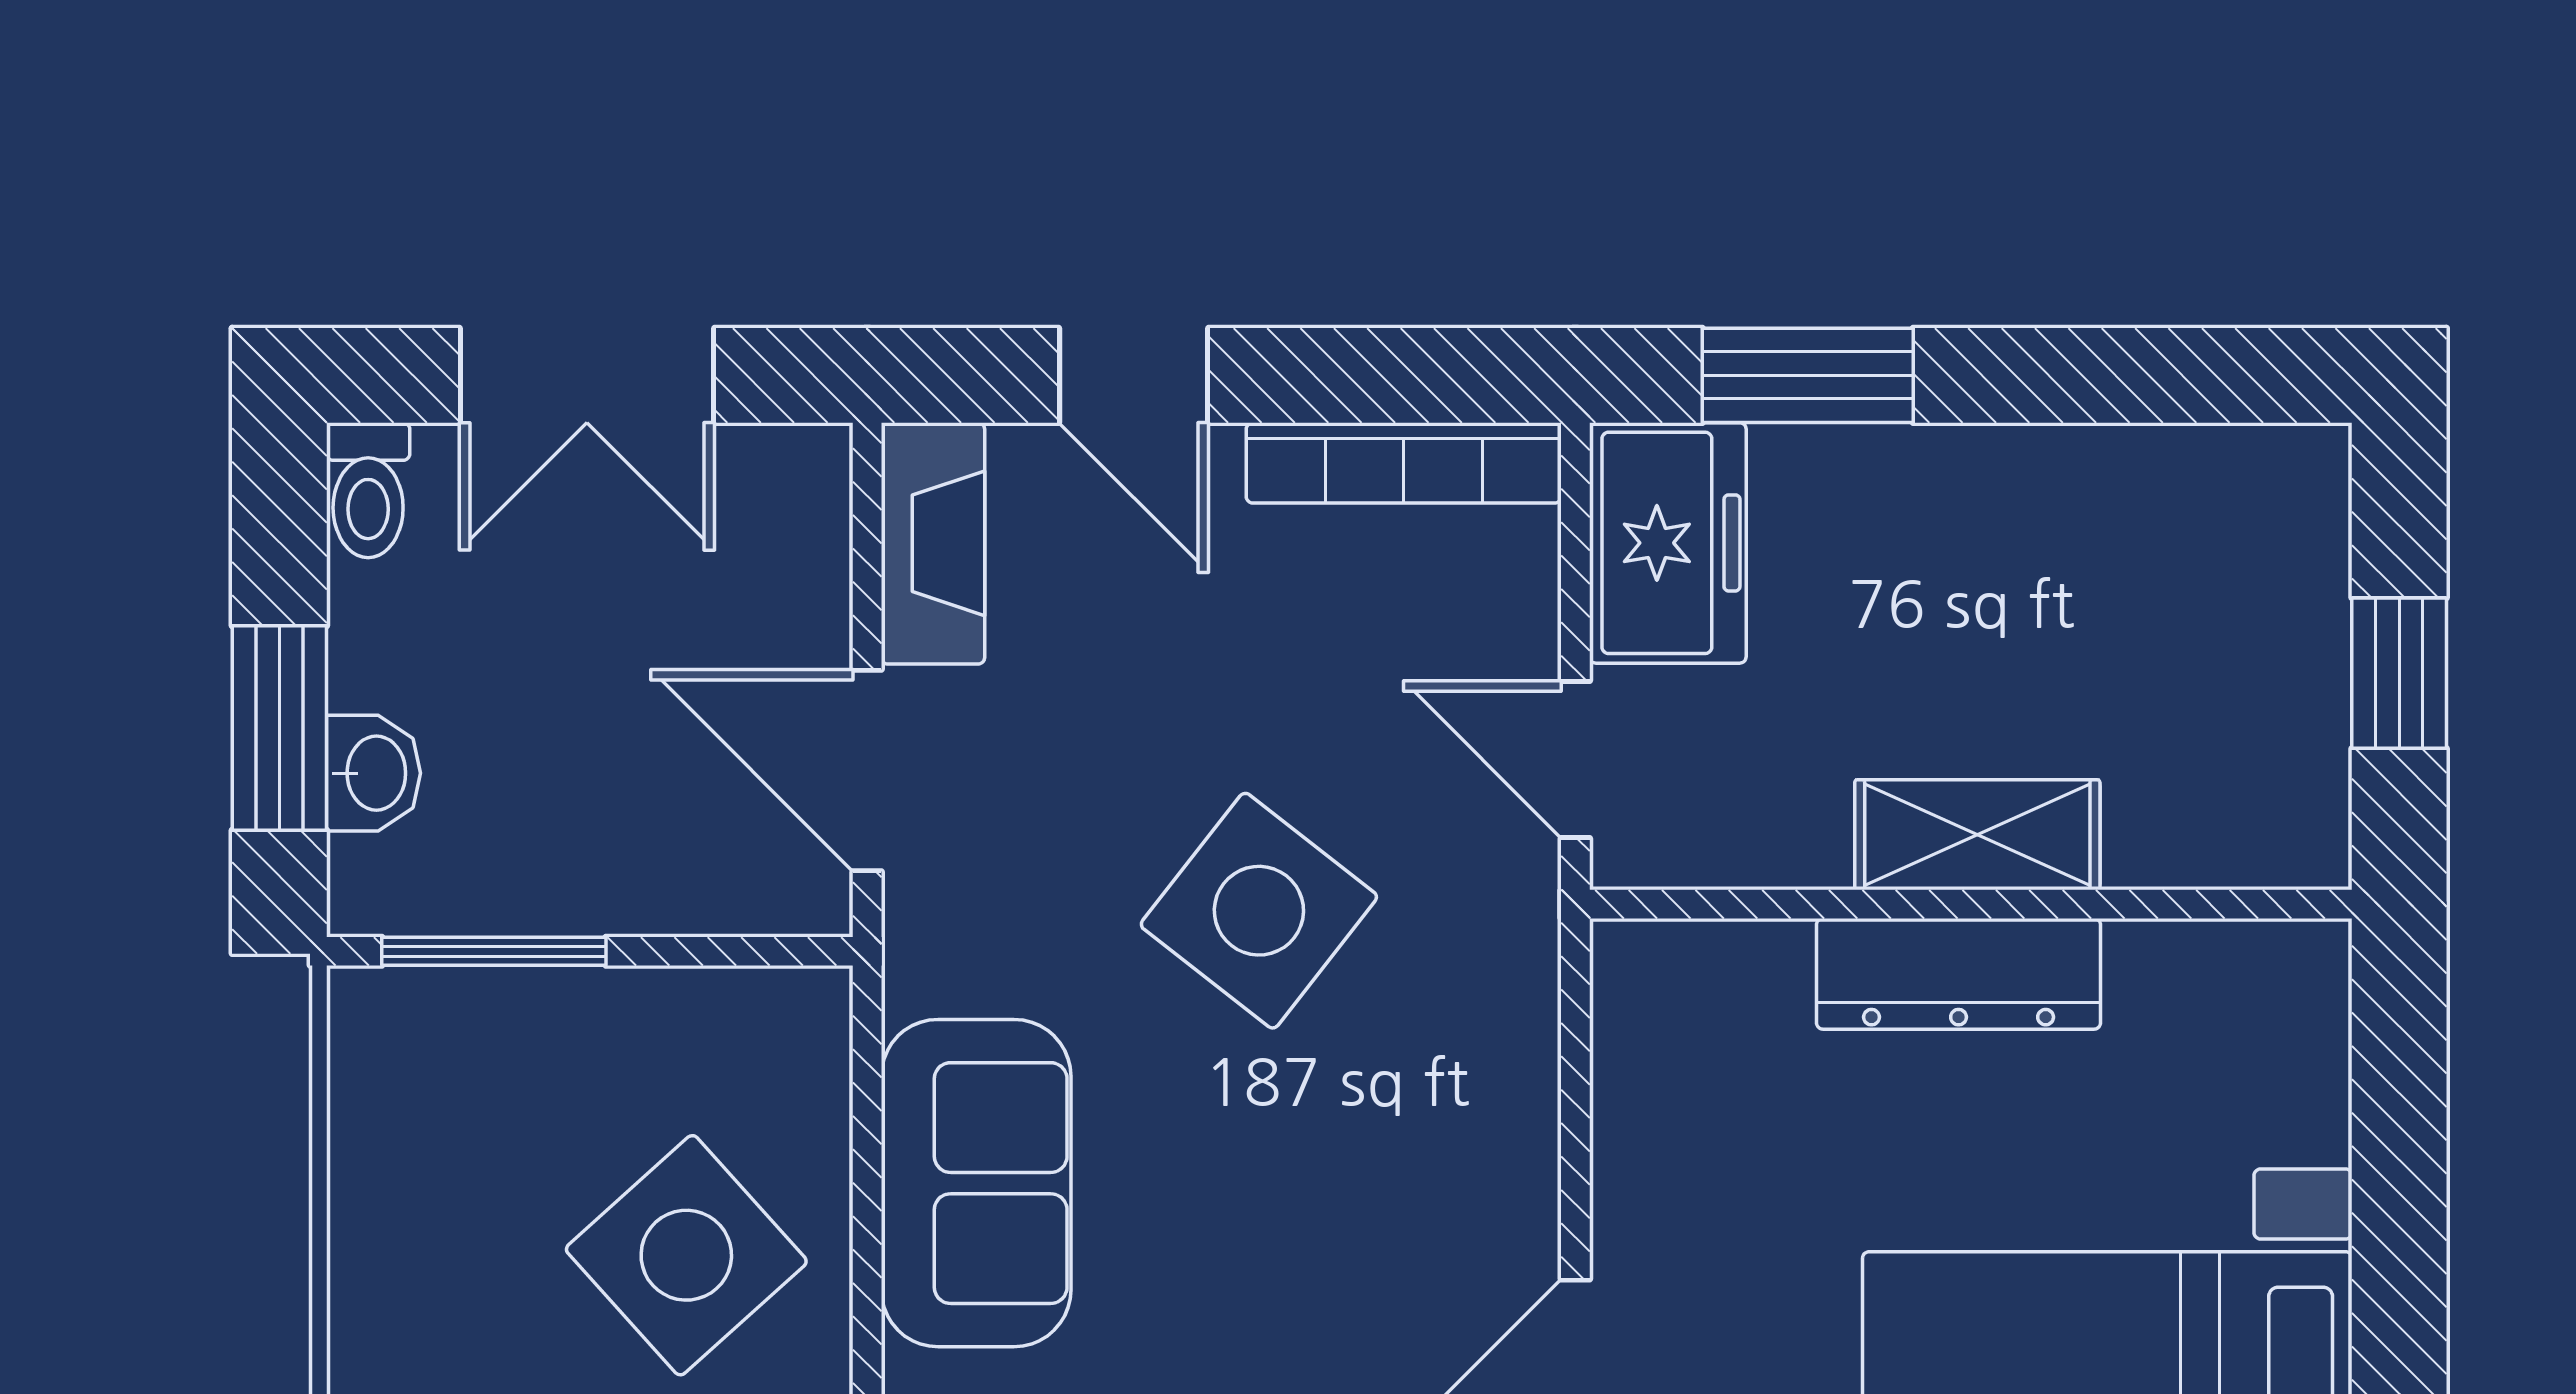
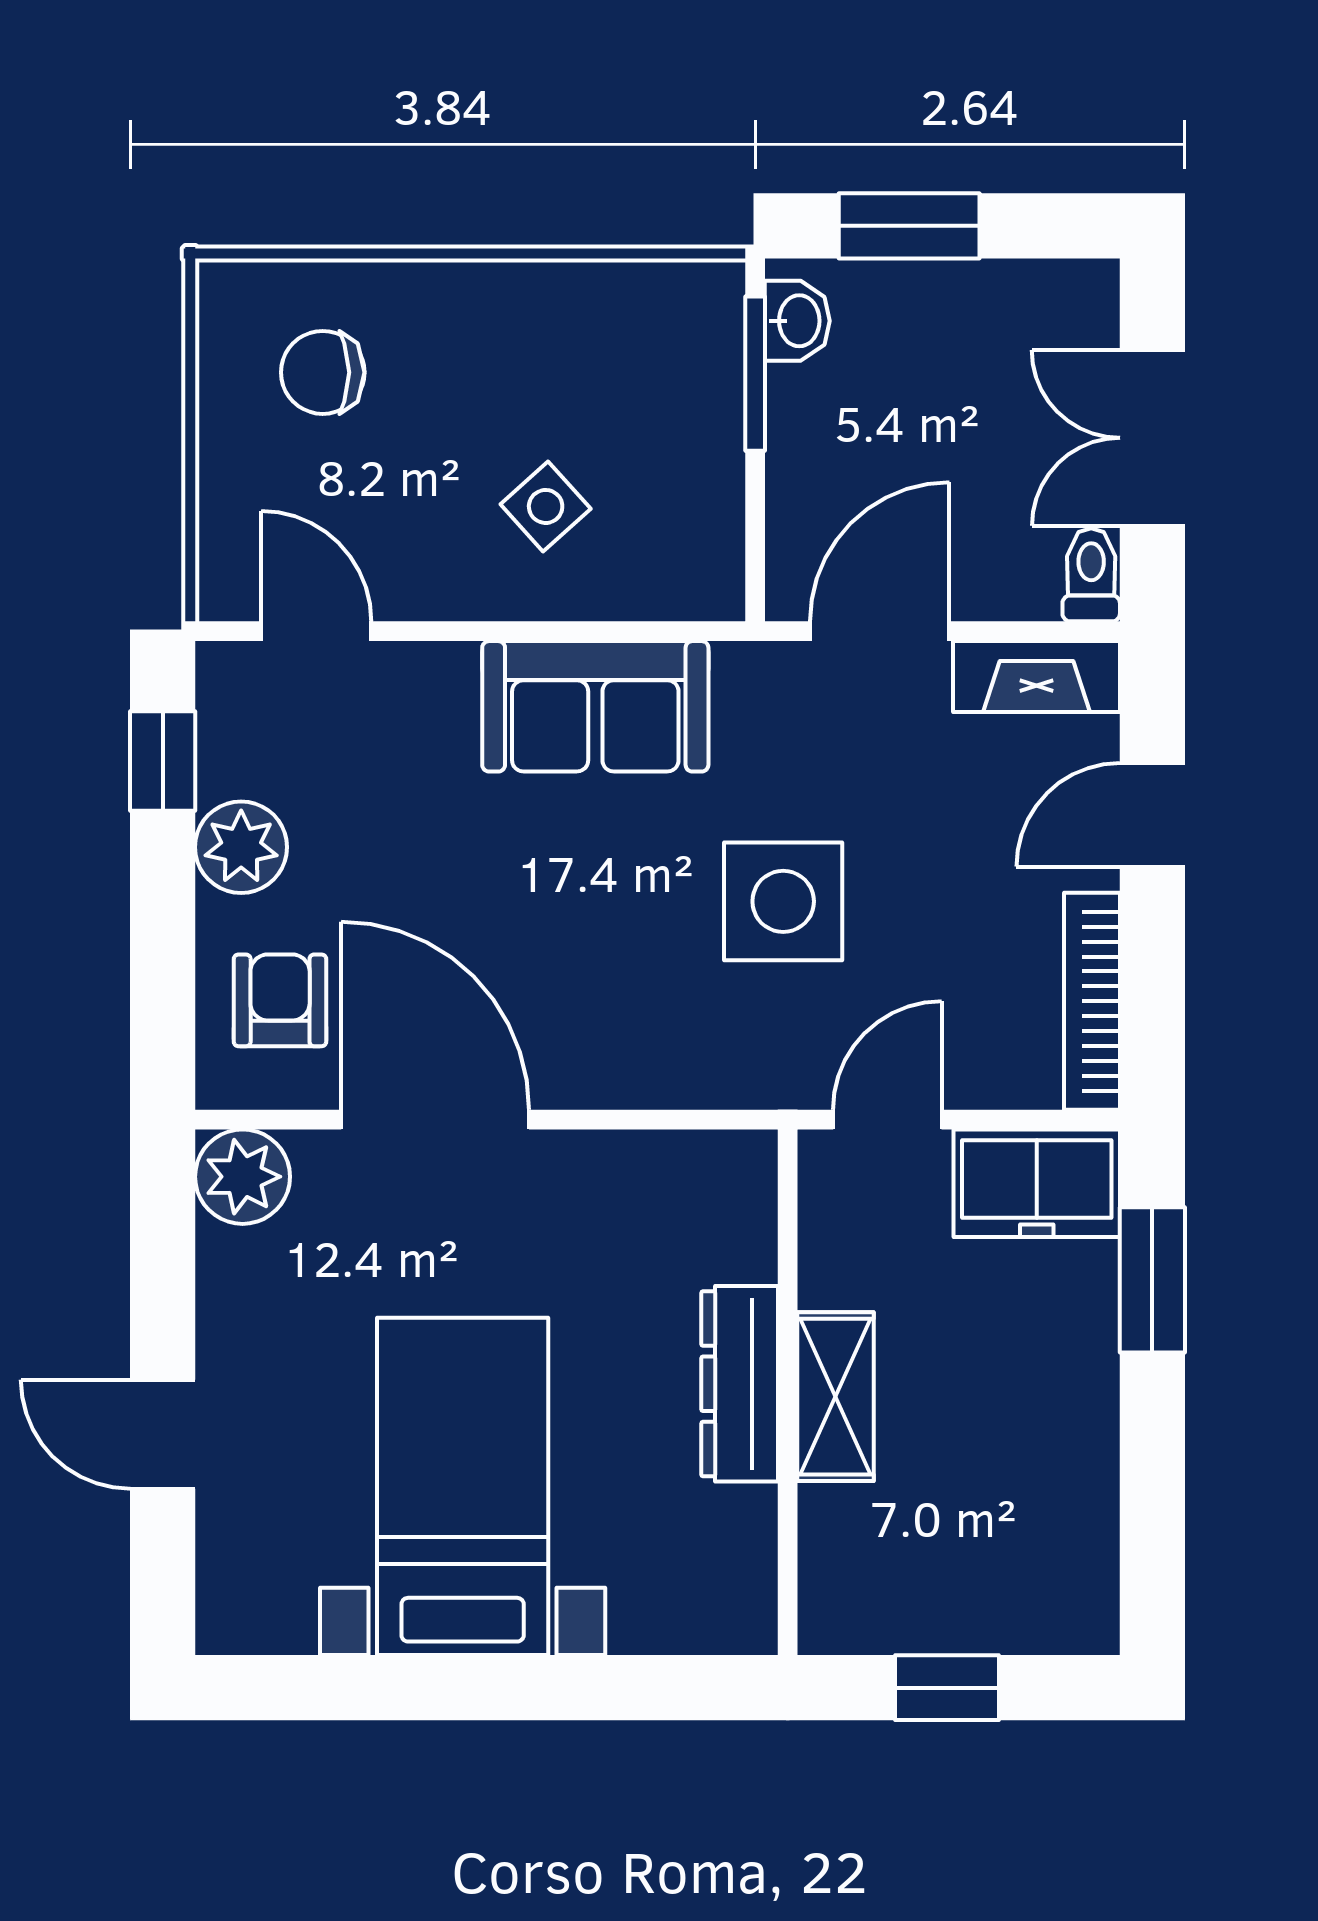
toilet: (368, 490) -> (1091, 575), moved, turned 90
washbasin: (374, 773) -> (797, 321), moved, turned -90
side table: (1259, 911) -> (783, 901), turned -38
side table: (686, 1255) -> (546, 506), width x0.54, depth x0.54

